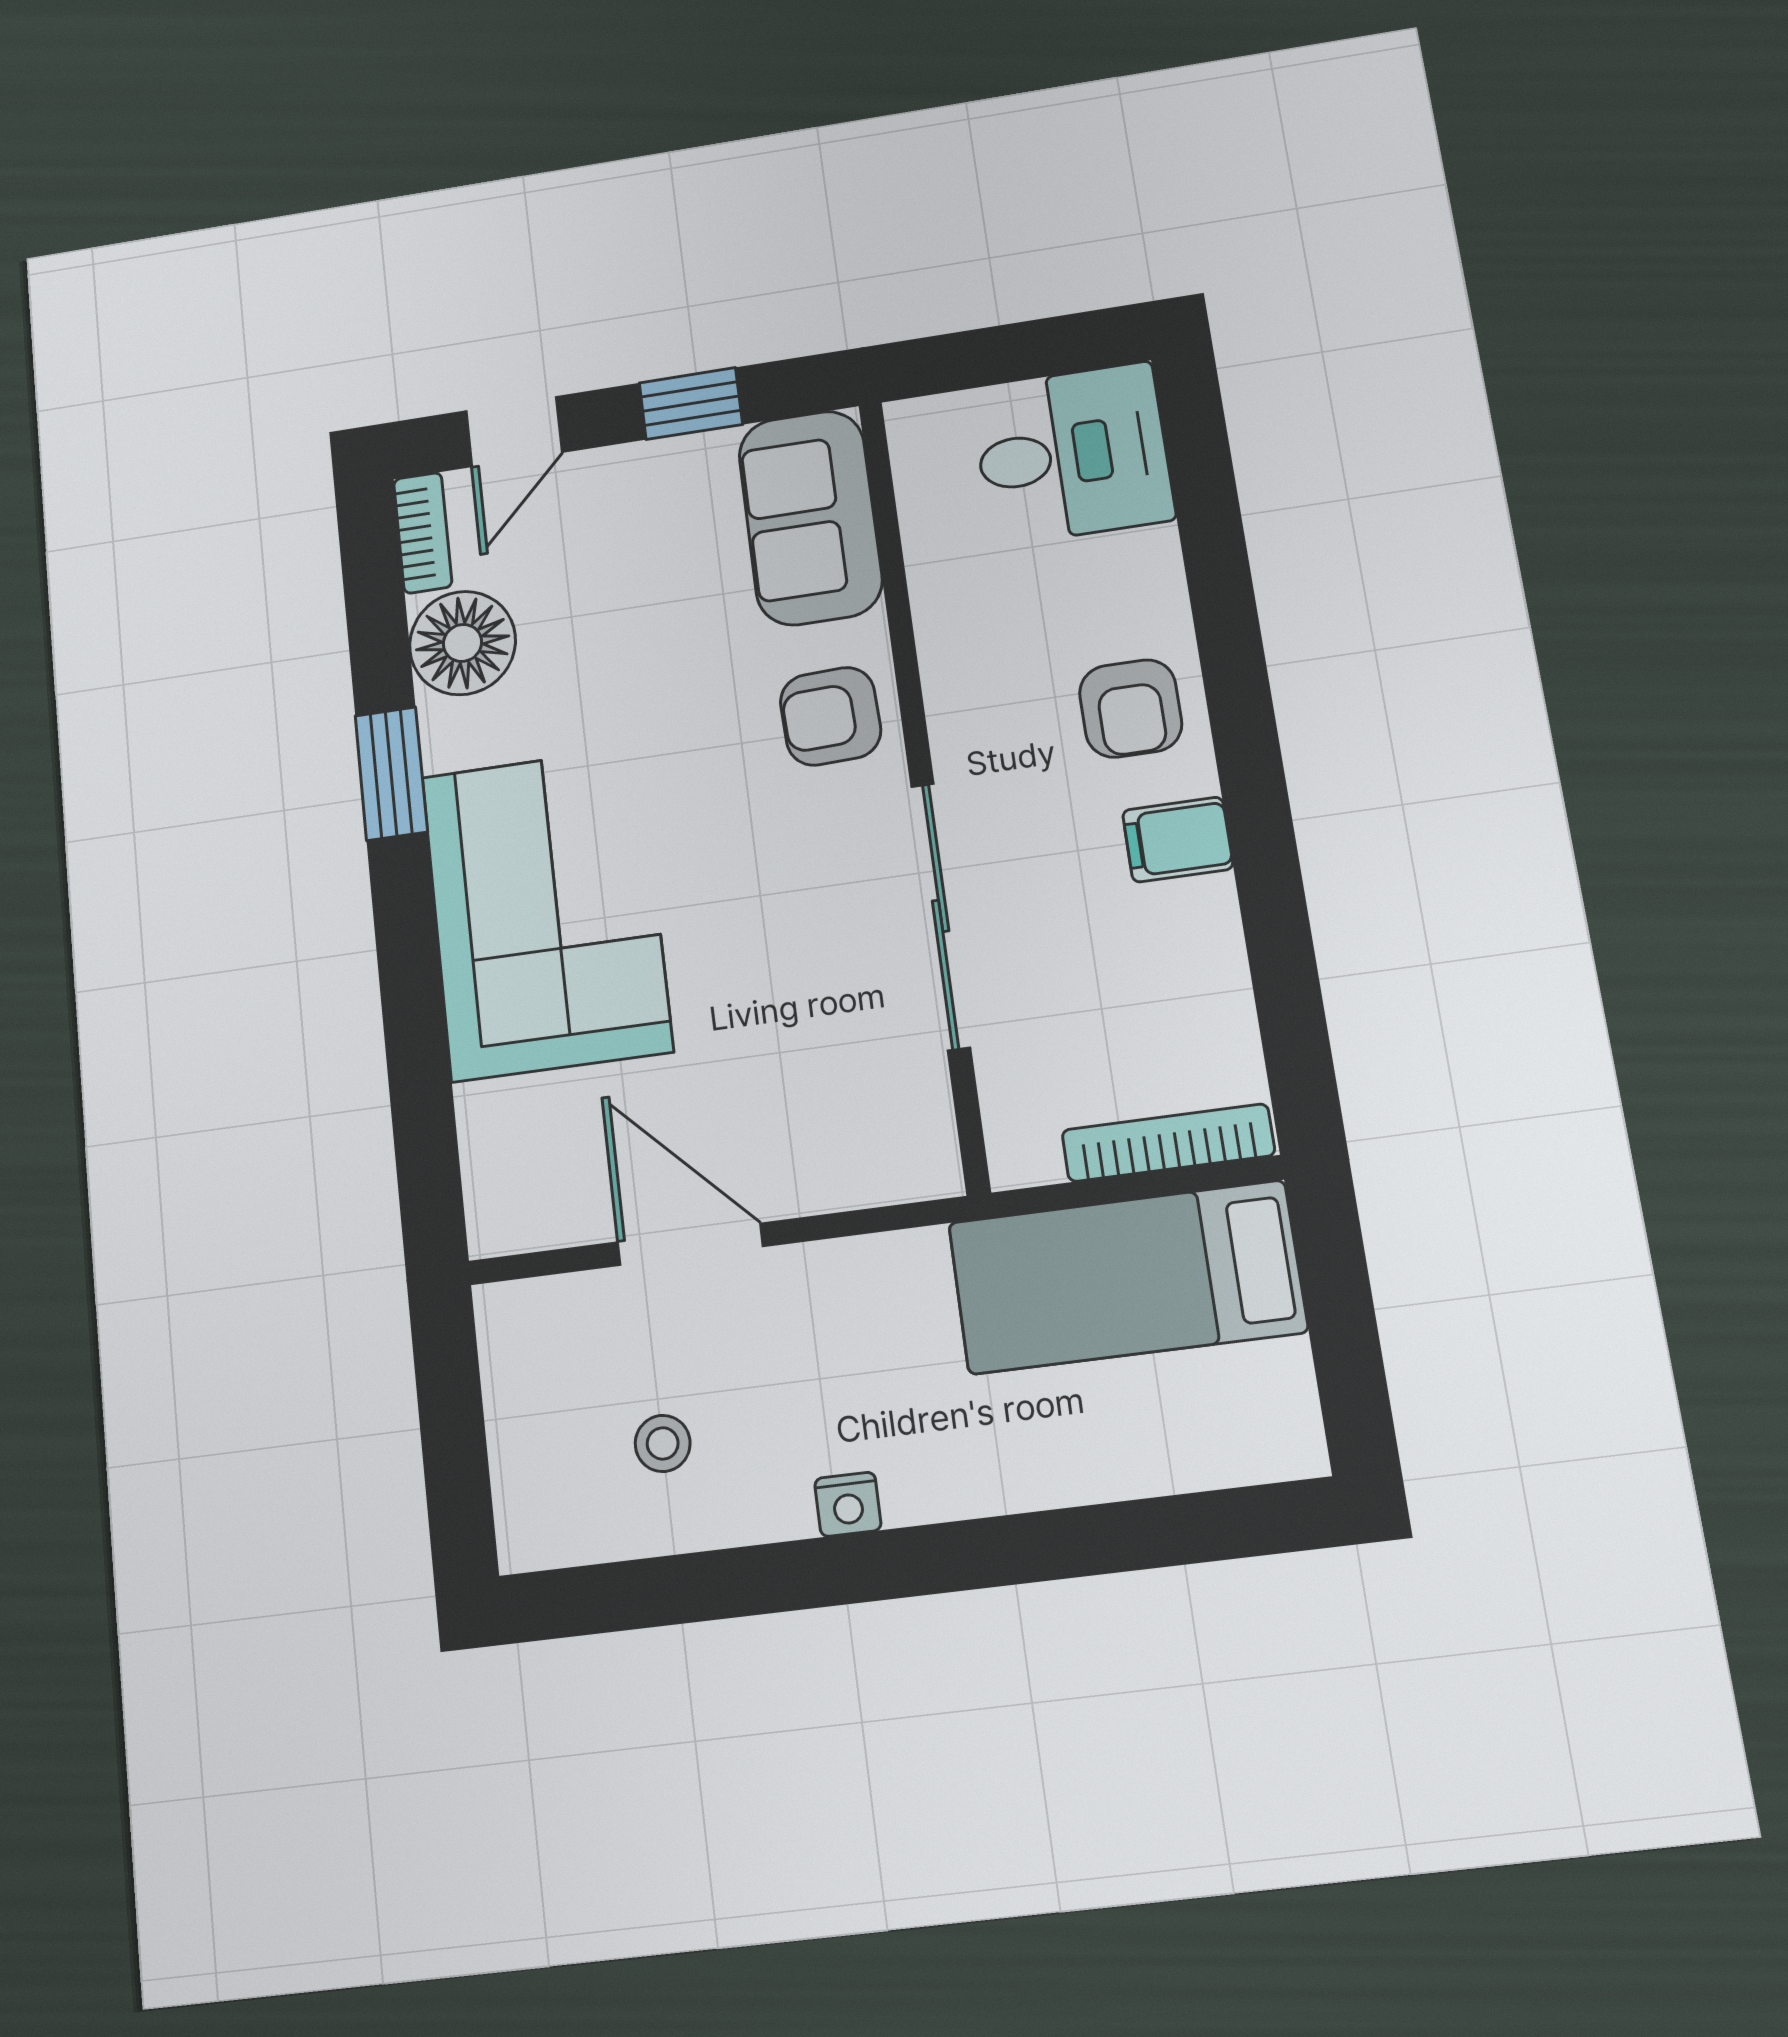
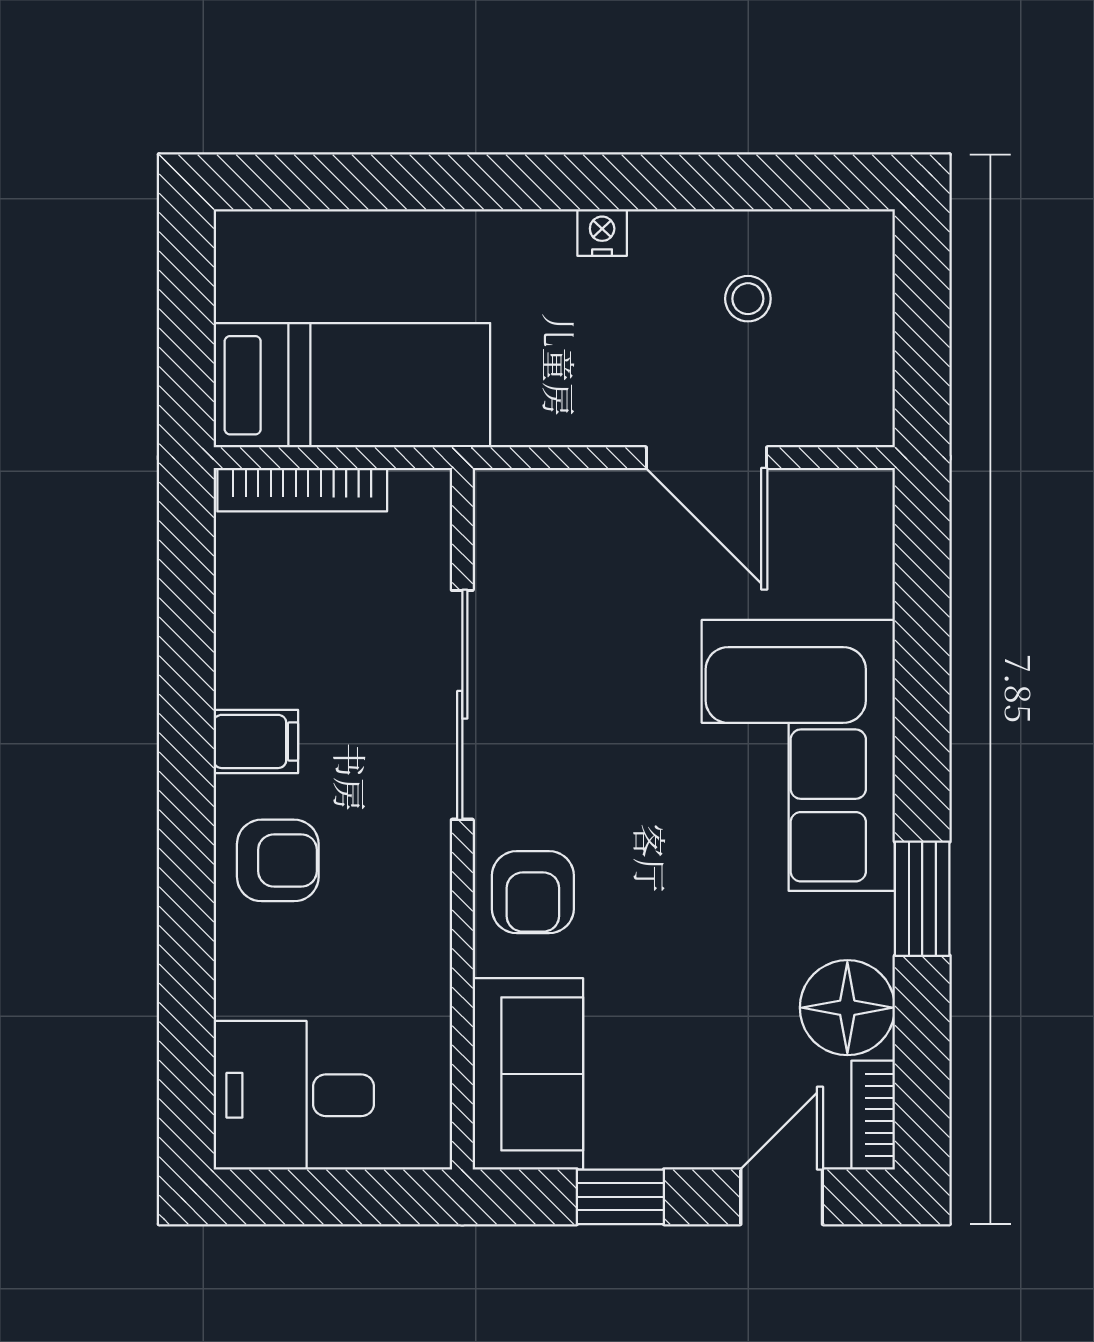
armchair: (1131, 708) -> (278, 860), turned 90
armchair: (831, 716) -> (533, 892), turned 92

